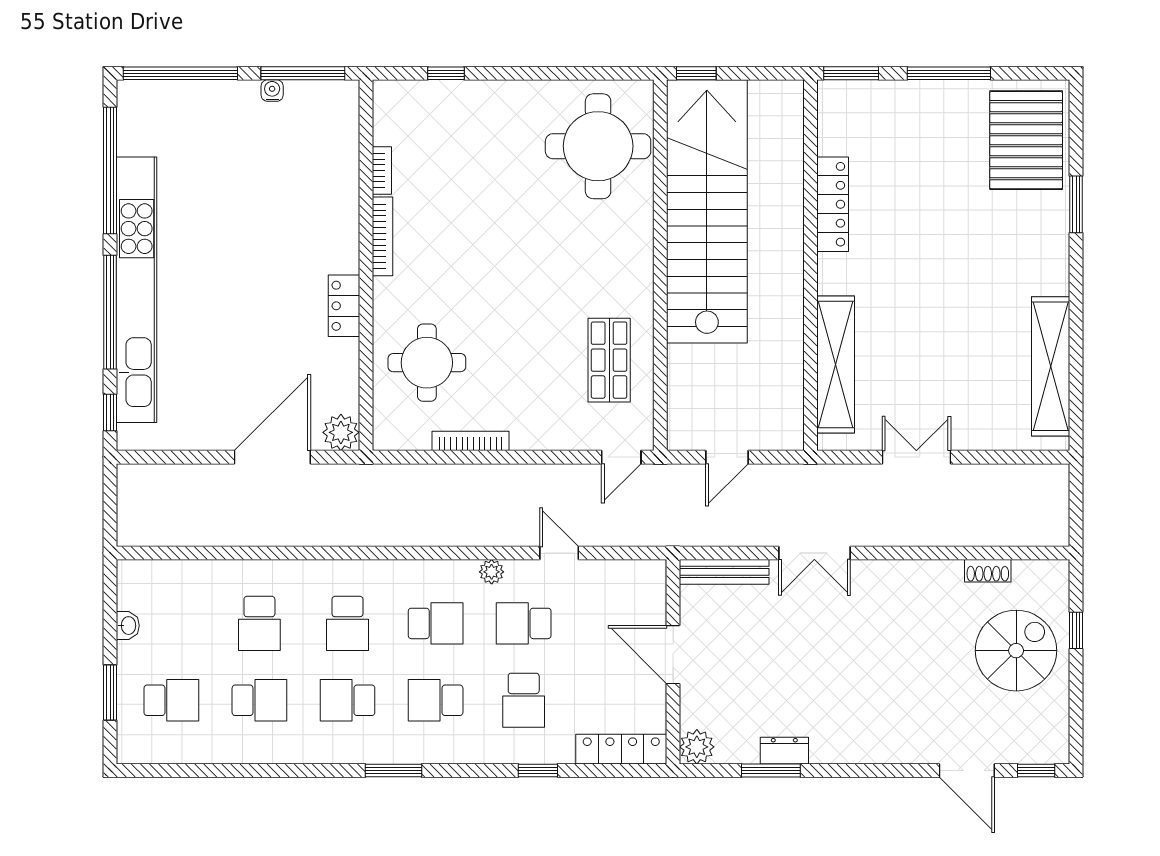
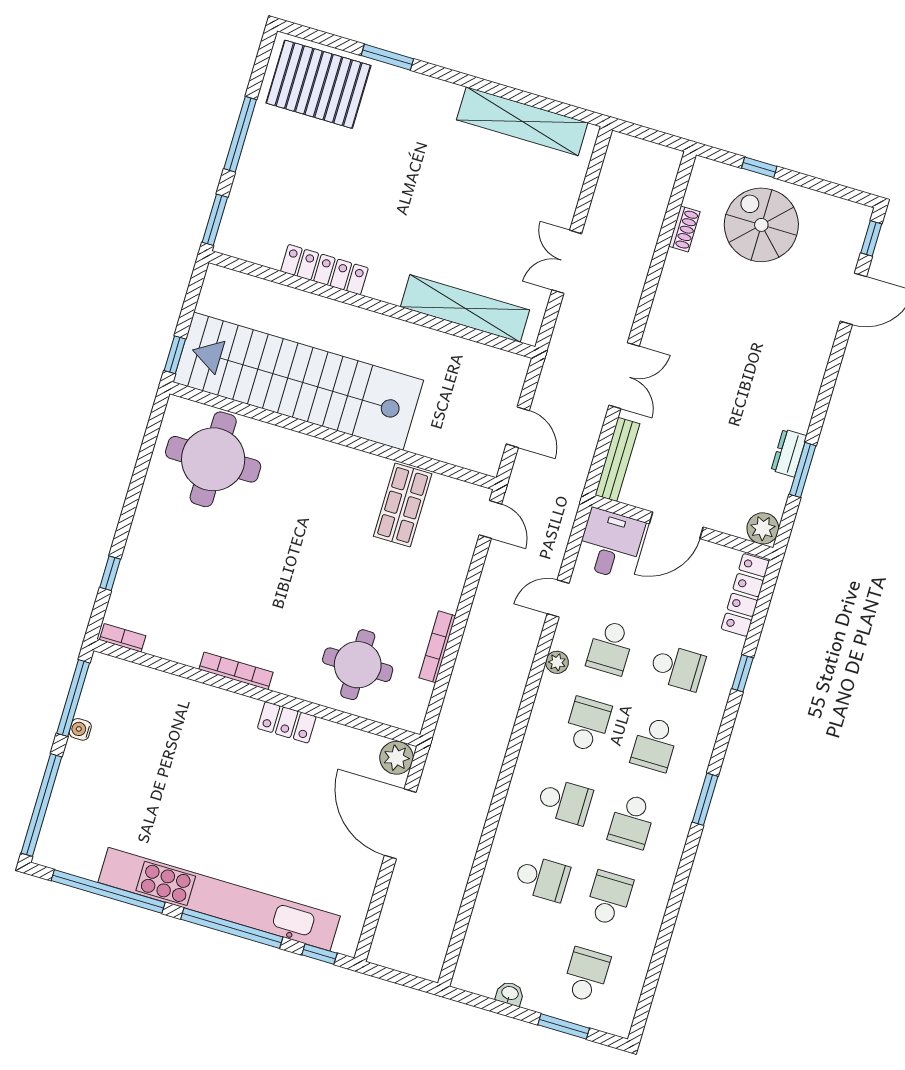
bookcase: (382, 170) -> (123, 638), moved
shop shelf: (609, 360) -> (403, 505), turned 90
desk: (633, 591) -> (610, 544), added

